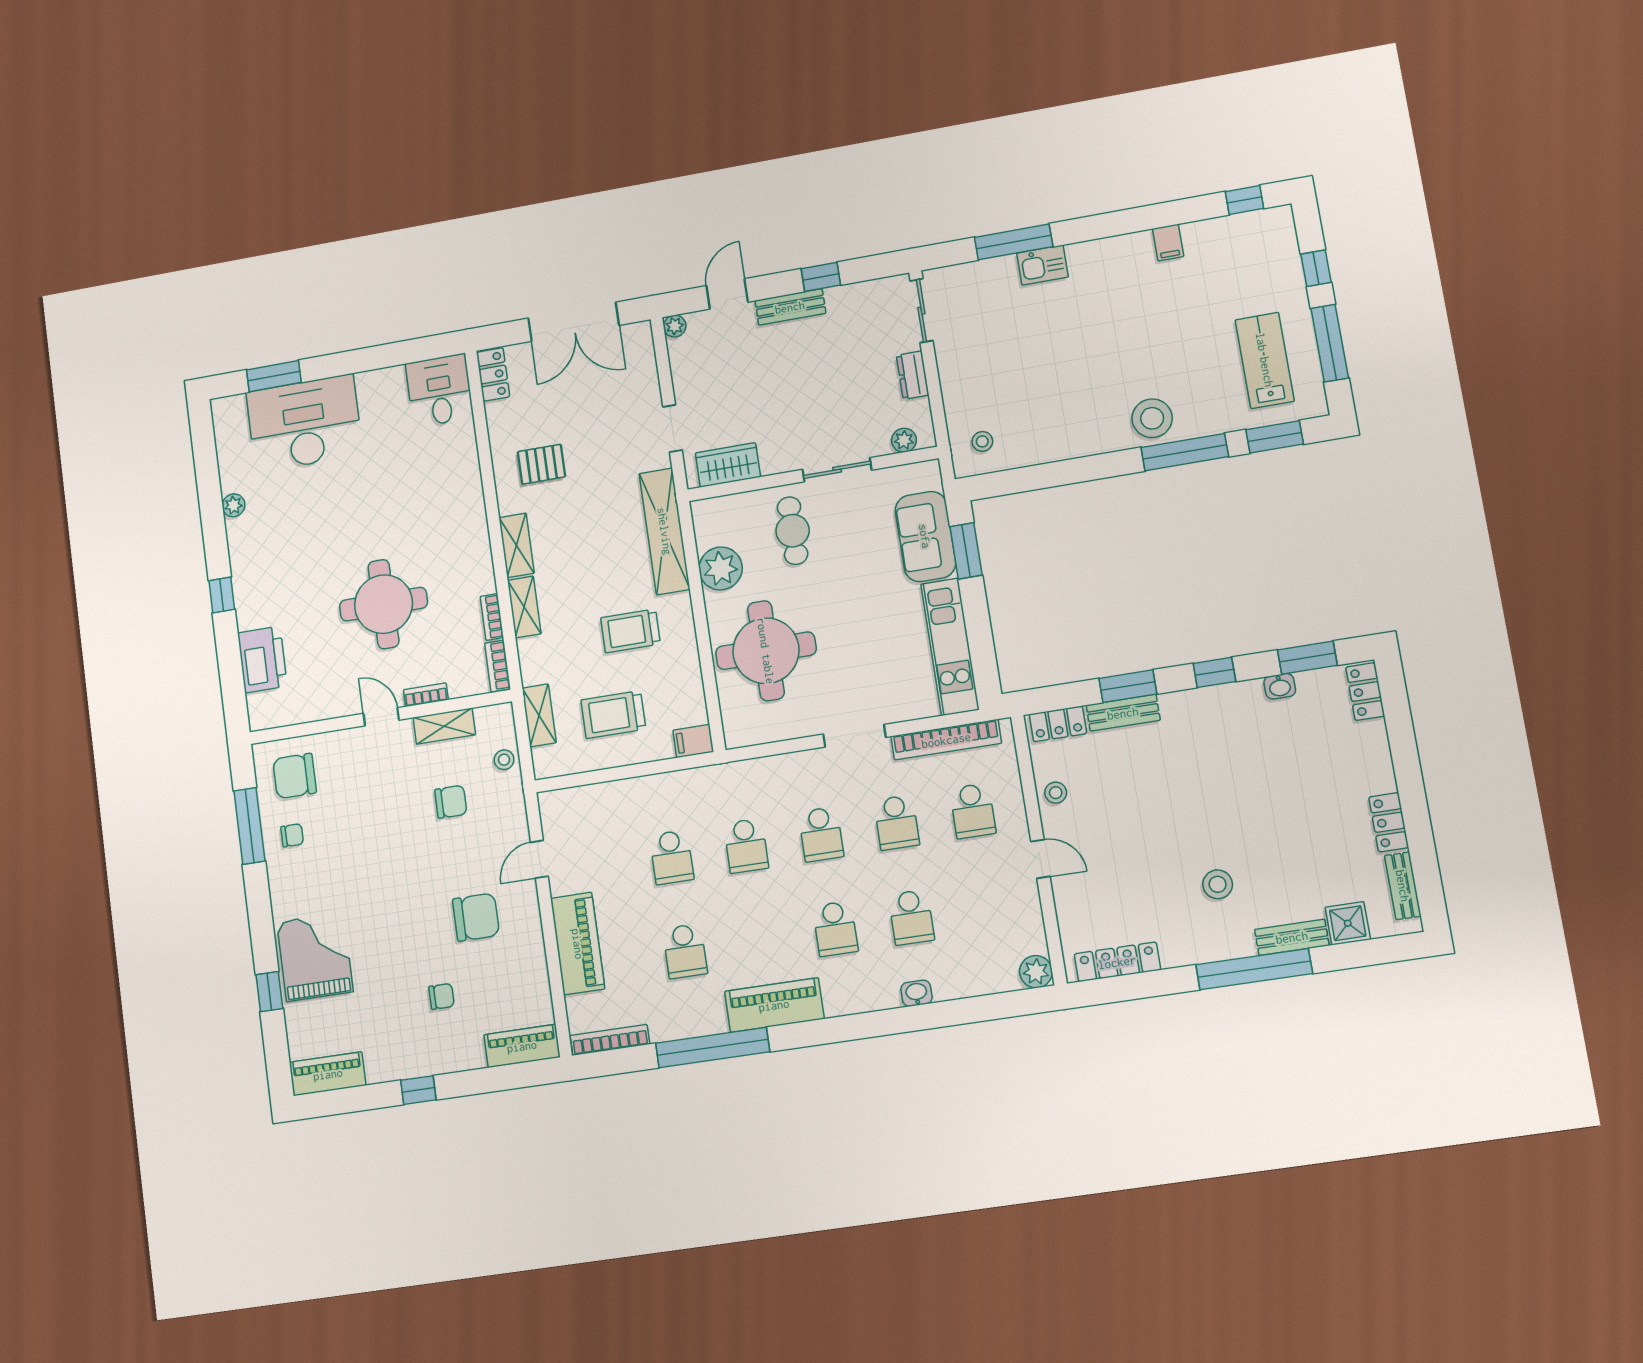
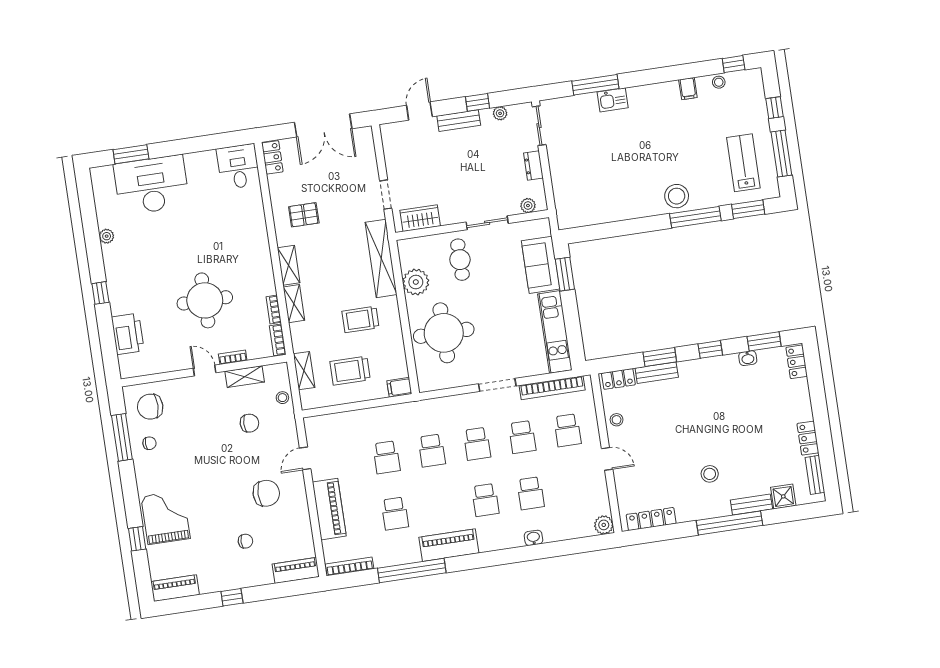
plant: (675, 326) -> (500, 113), moved
stool: (982, 441) -> (719, 82), moved

